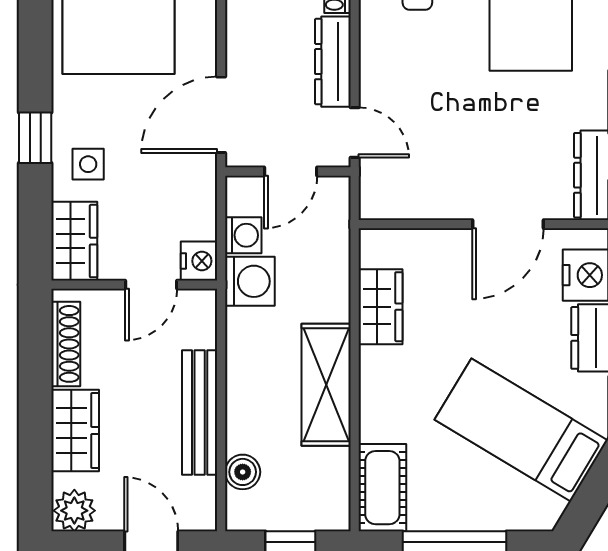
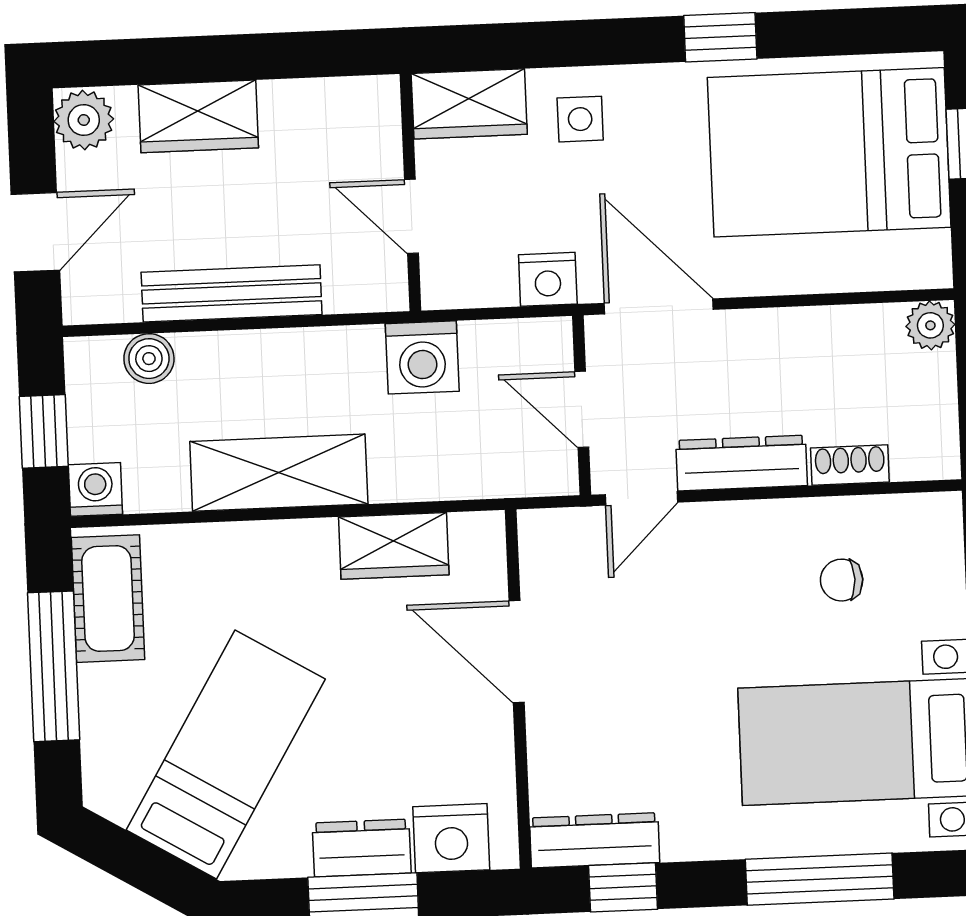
window: (35, 138) -> (720, 37), moved
door: (508, 224) -> (517, 652), moved
washing machine: (243, 235) -> (95, 489), moved, turned 180
nightstand: (199, 261) -> (548, 279), moved
shoe rack: (66, 344) -> (322, 98), removed
cot: (382, 488) -> (108, 599), moved, turned 90

